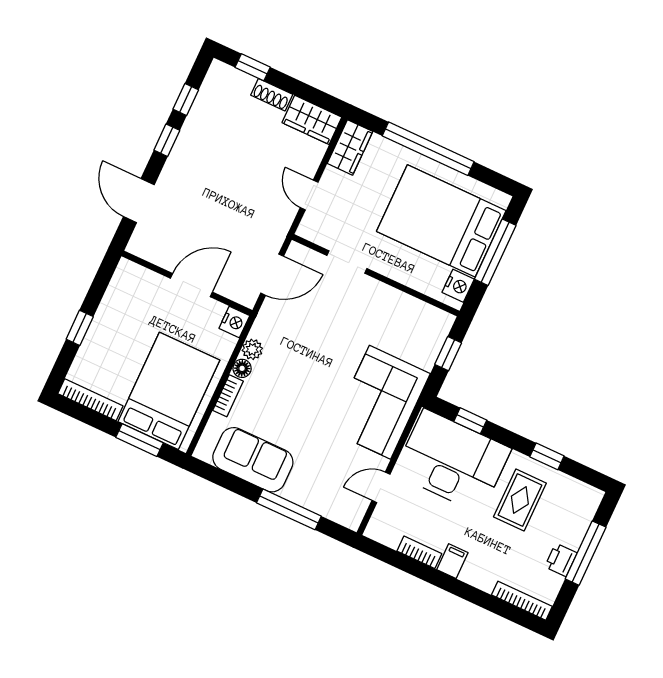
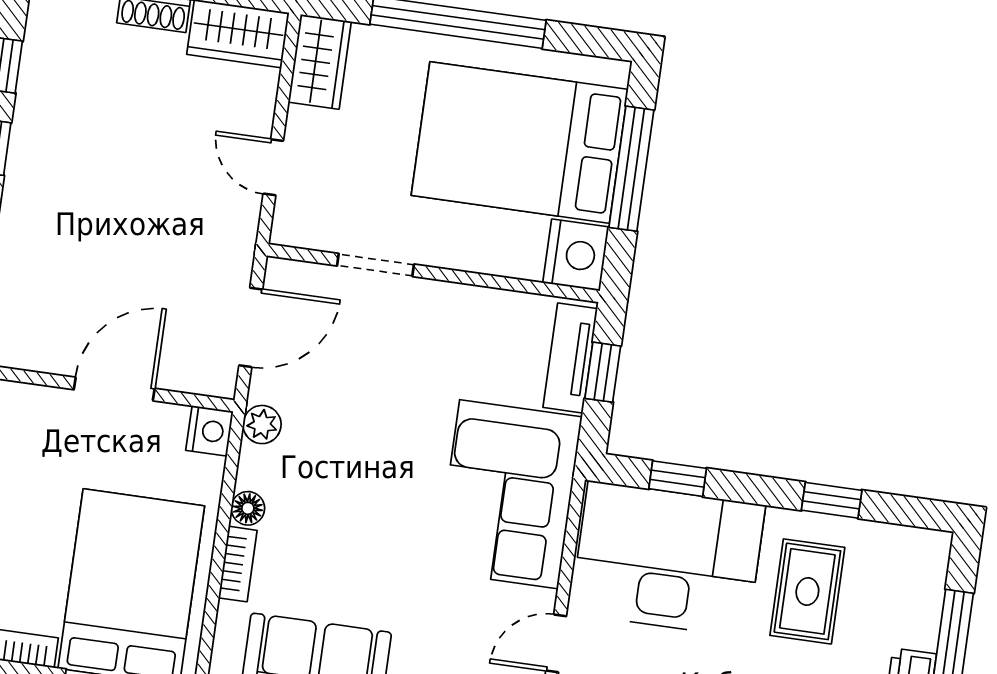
nightstand: (458, 286) -> (576, 255), width x1.36, depth x1.33
tv unit: (433, 341) -> (570, 358), added
plant: (252, 349) -> (262, 425), moved

